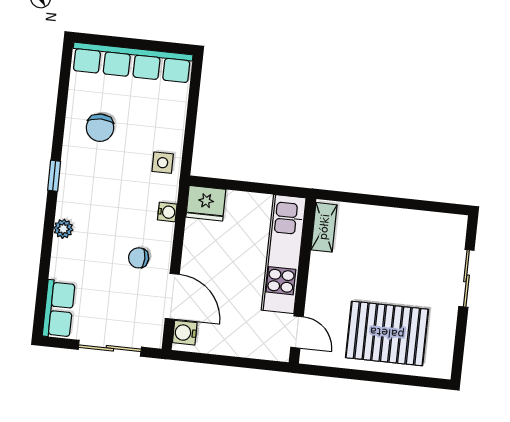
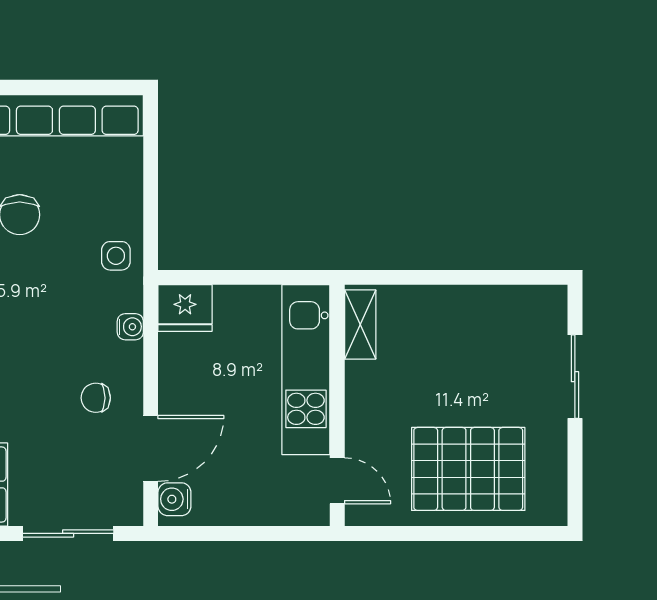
door: (172, 296) -> (151, 448), hinge flipped

